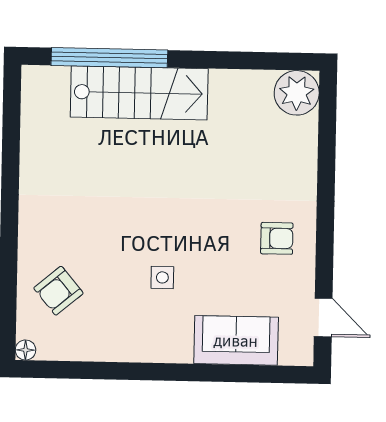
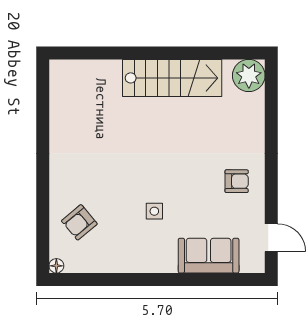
window: (109, 58) -> (113, 53), removed
stairs: (139, 93) -> (172, 78), moved

